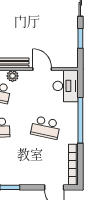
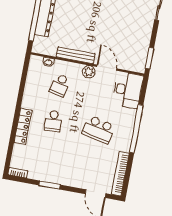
window: (80, 38) -> (150, 58), moved
plant: (13, 76) -> (89, 72), moved

